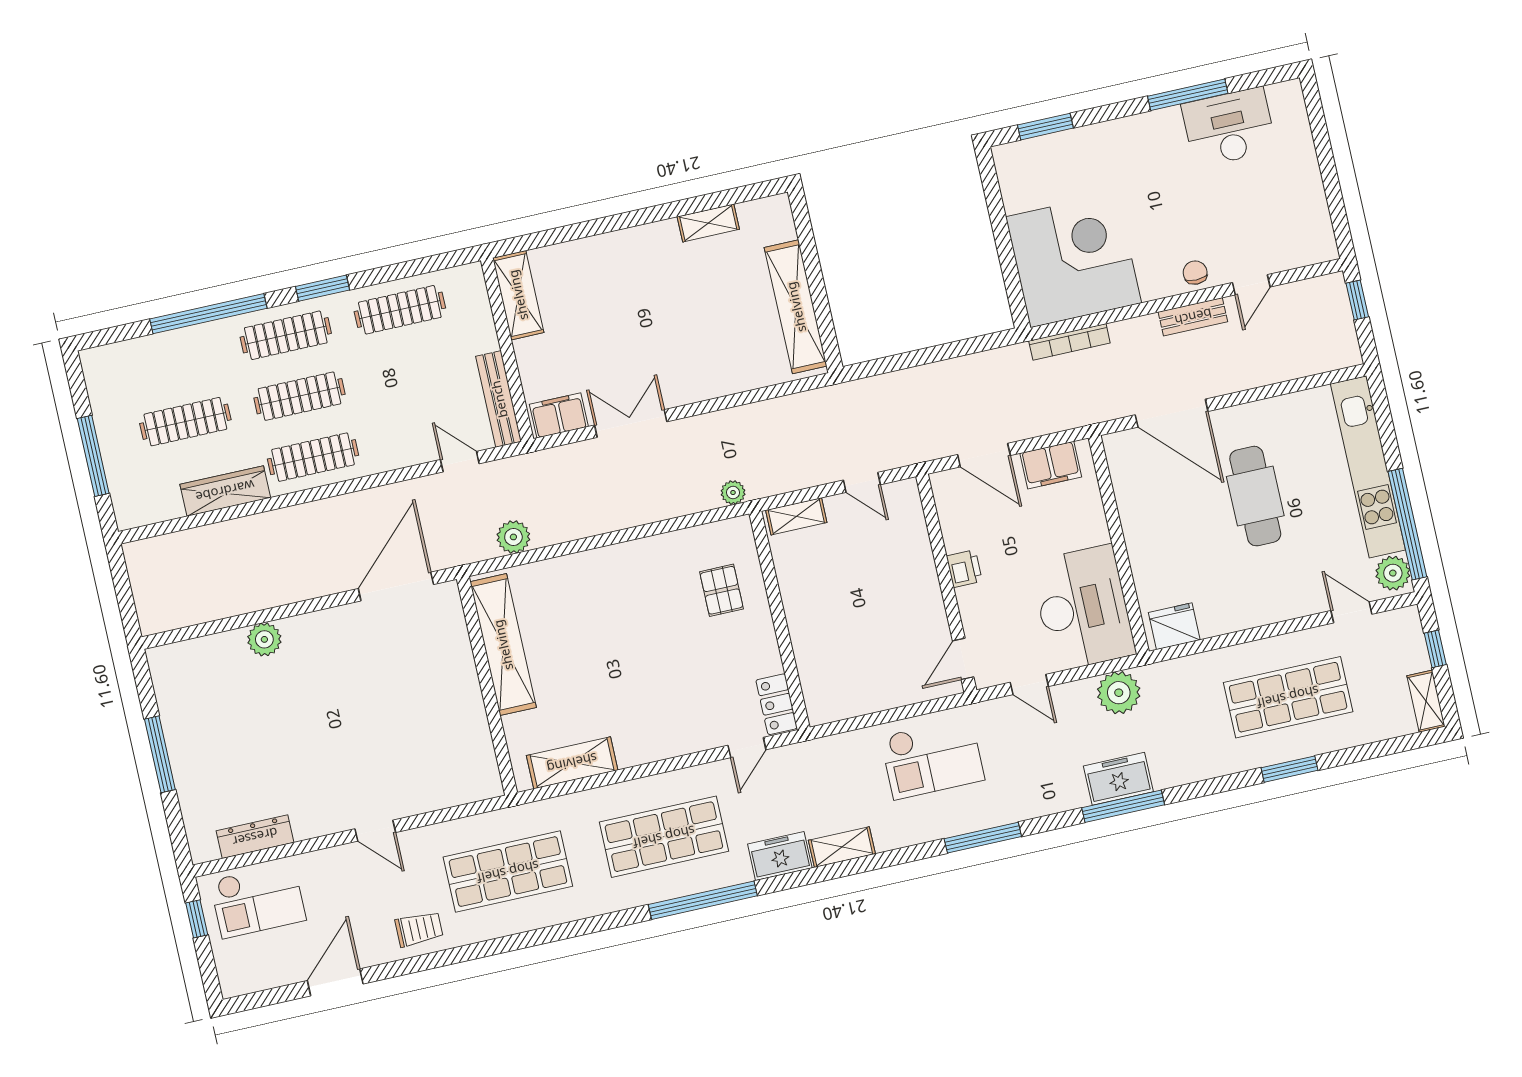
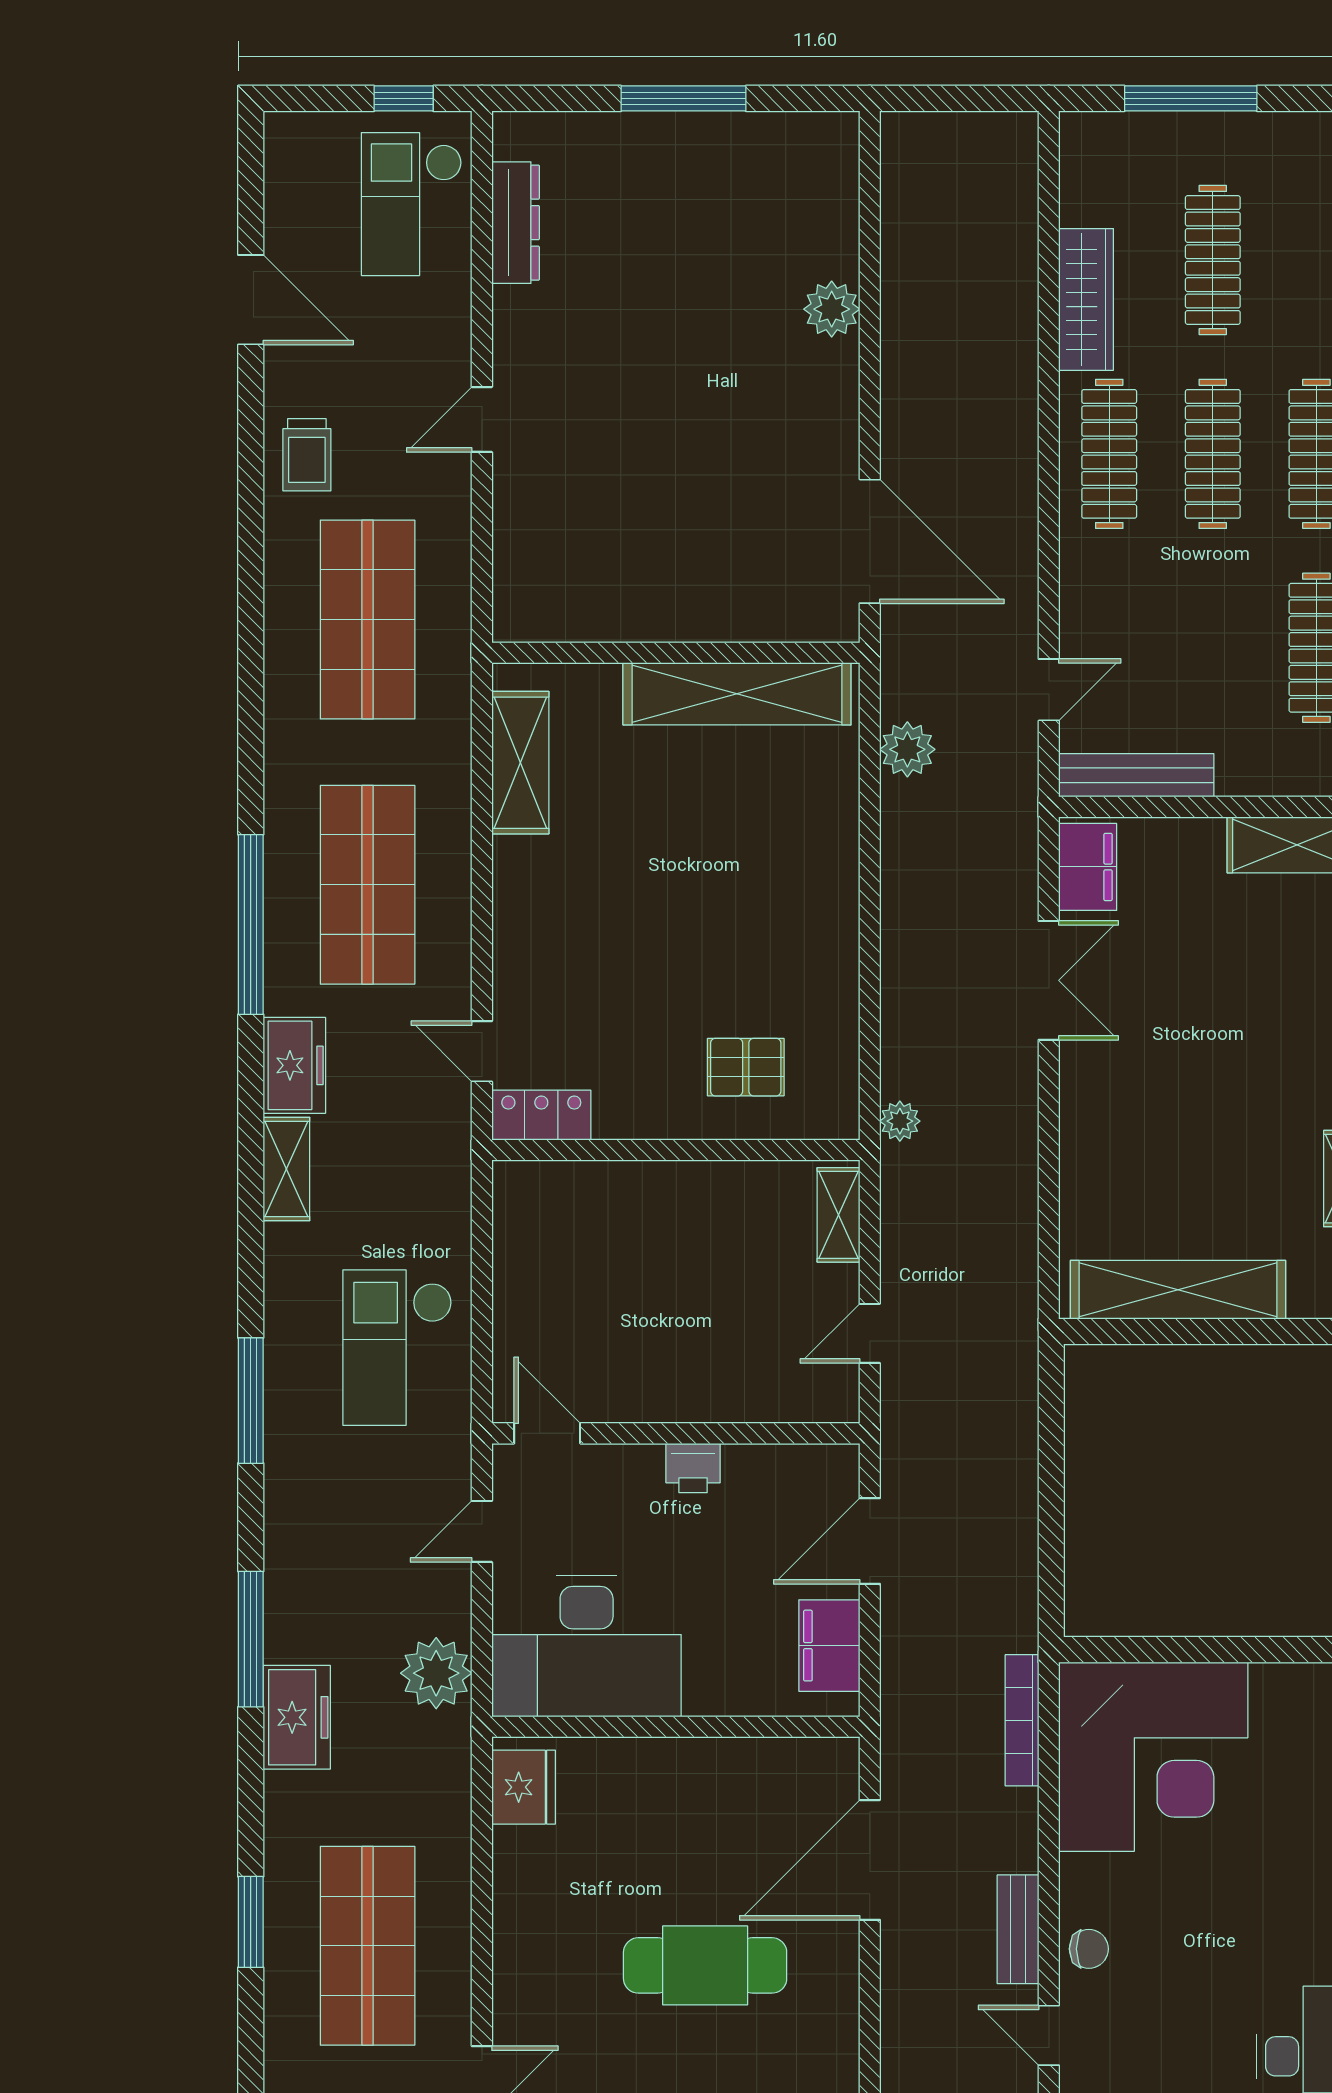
freezer: (1118, 779) -> (297, 1717), moved

